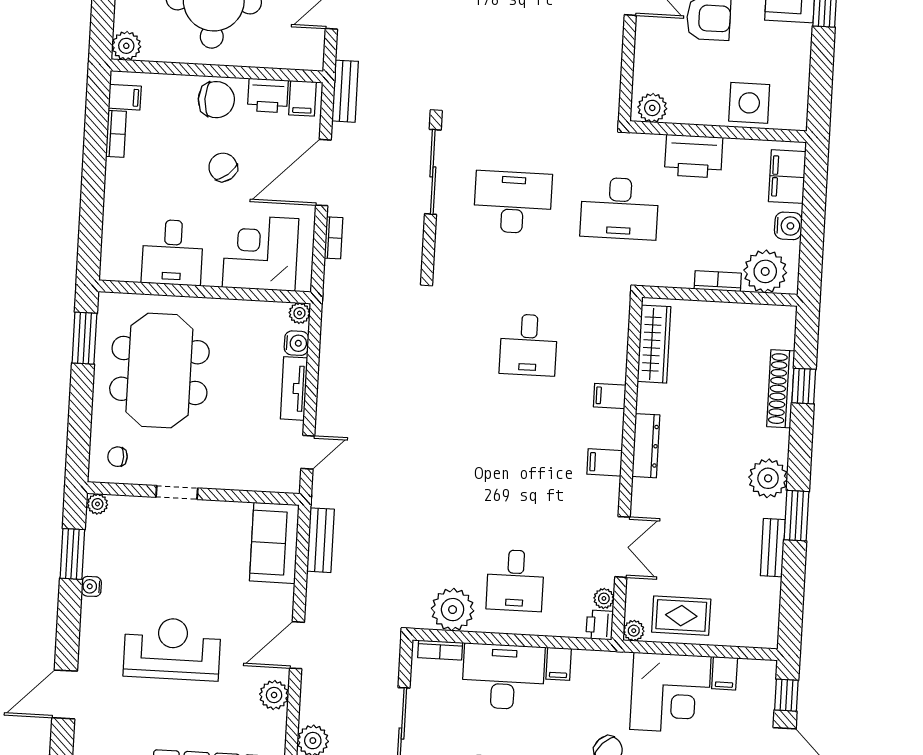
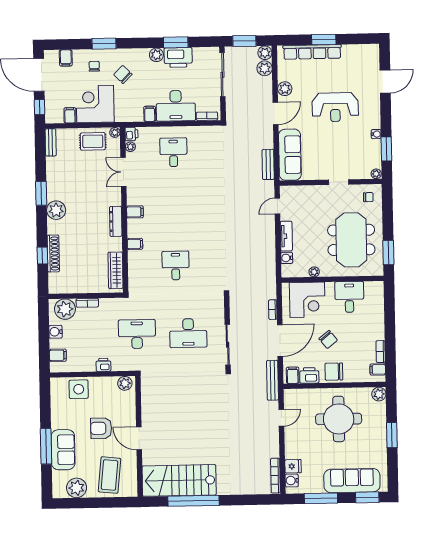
bench: (345, 91) -> (272, 380), width x1.36
printer: (694, 156) -> (103, 365), width x0.53, depth x0.68
filing cabinet: (787, 177) -> (58, 355), width x0.50
plant: (299, 313) -> (314, 272), moved
sofa: (274, 543) -> (290, 155), width x1.36
bench: (773, 548) -> (51, 142), moved
plant: (453, 610) -> (202, 136), removed

